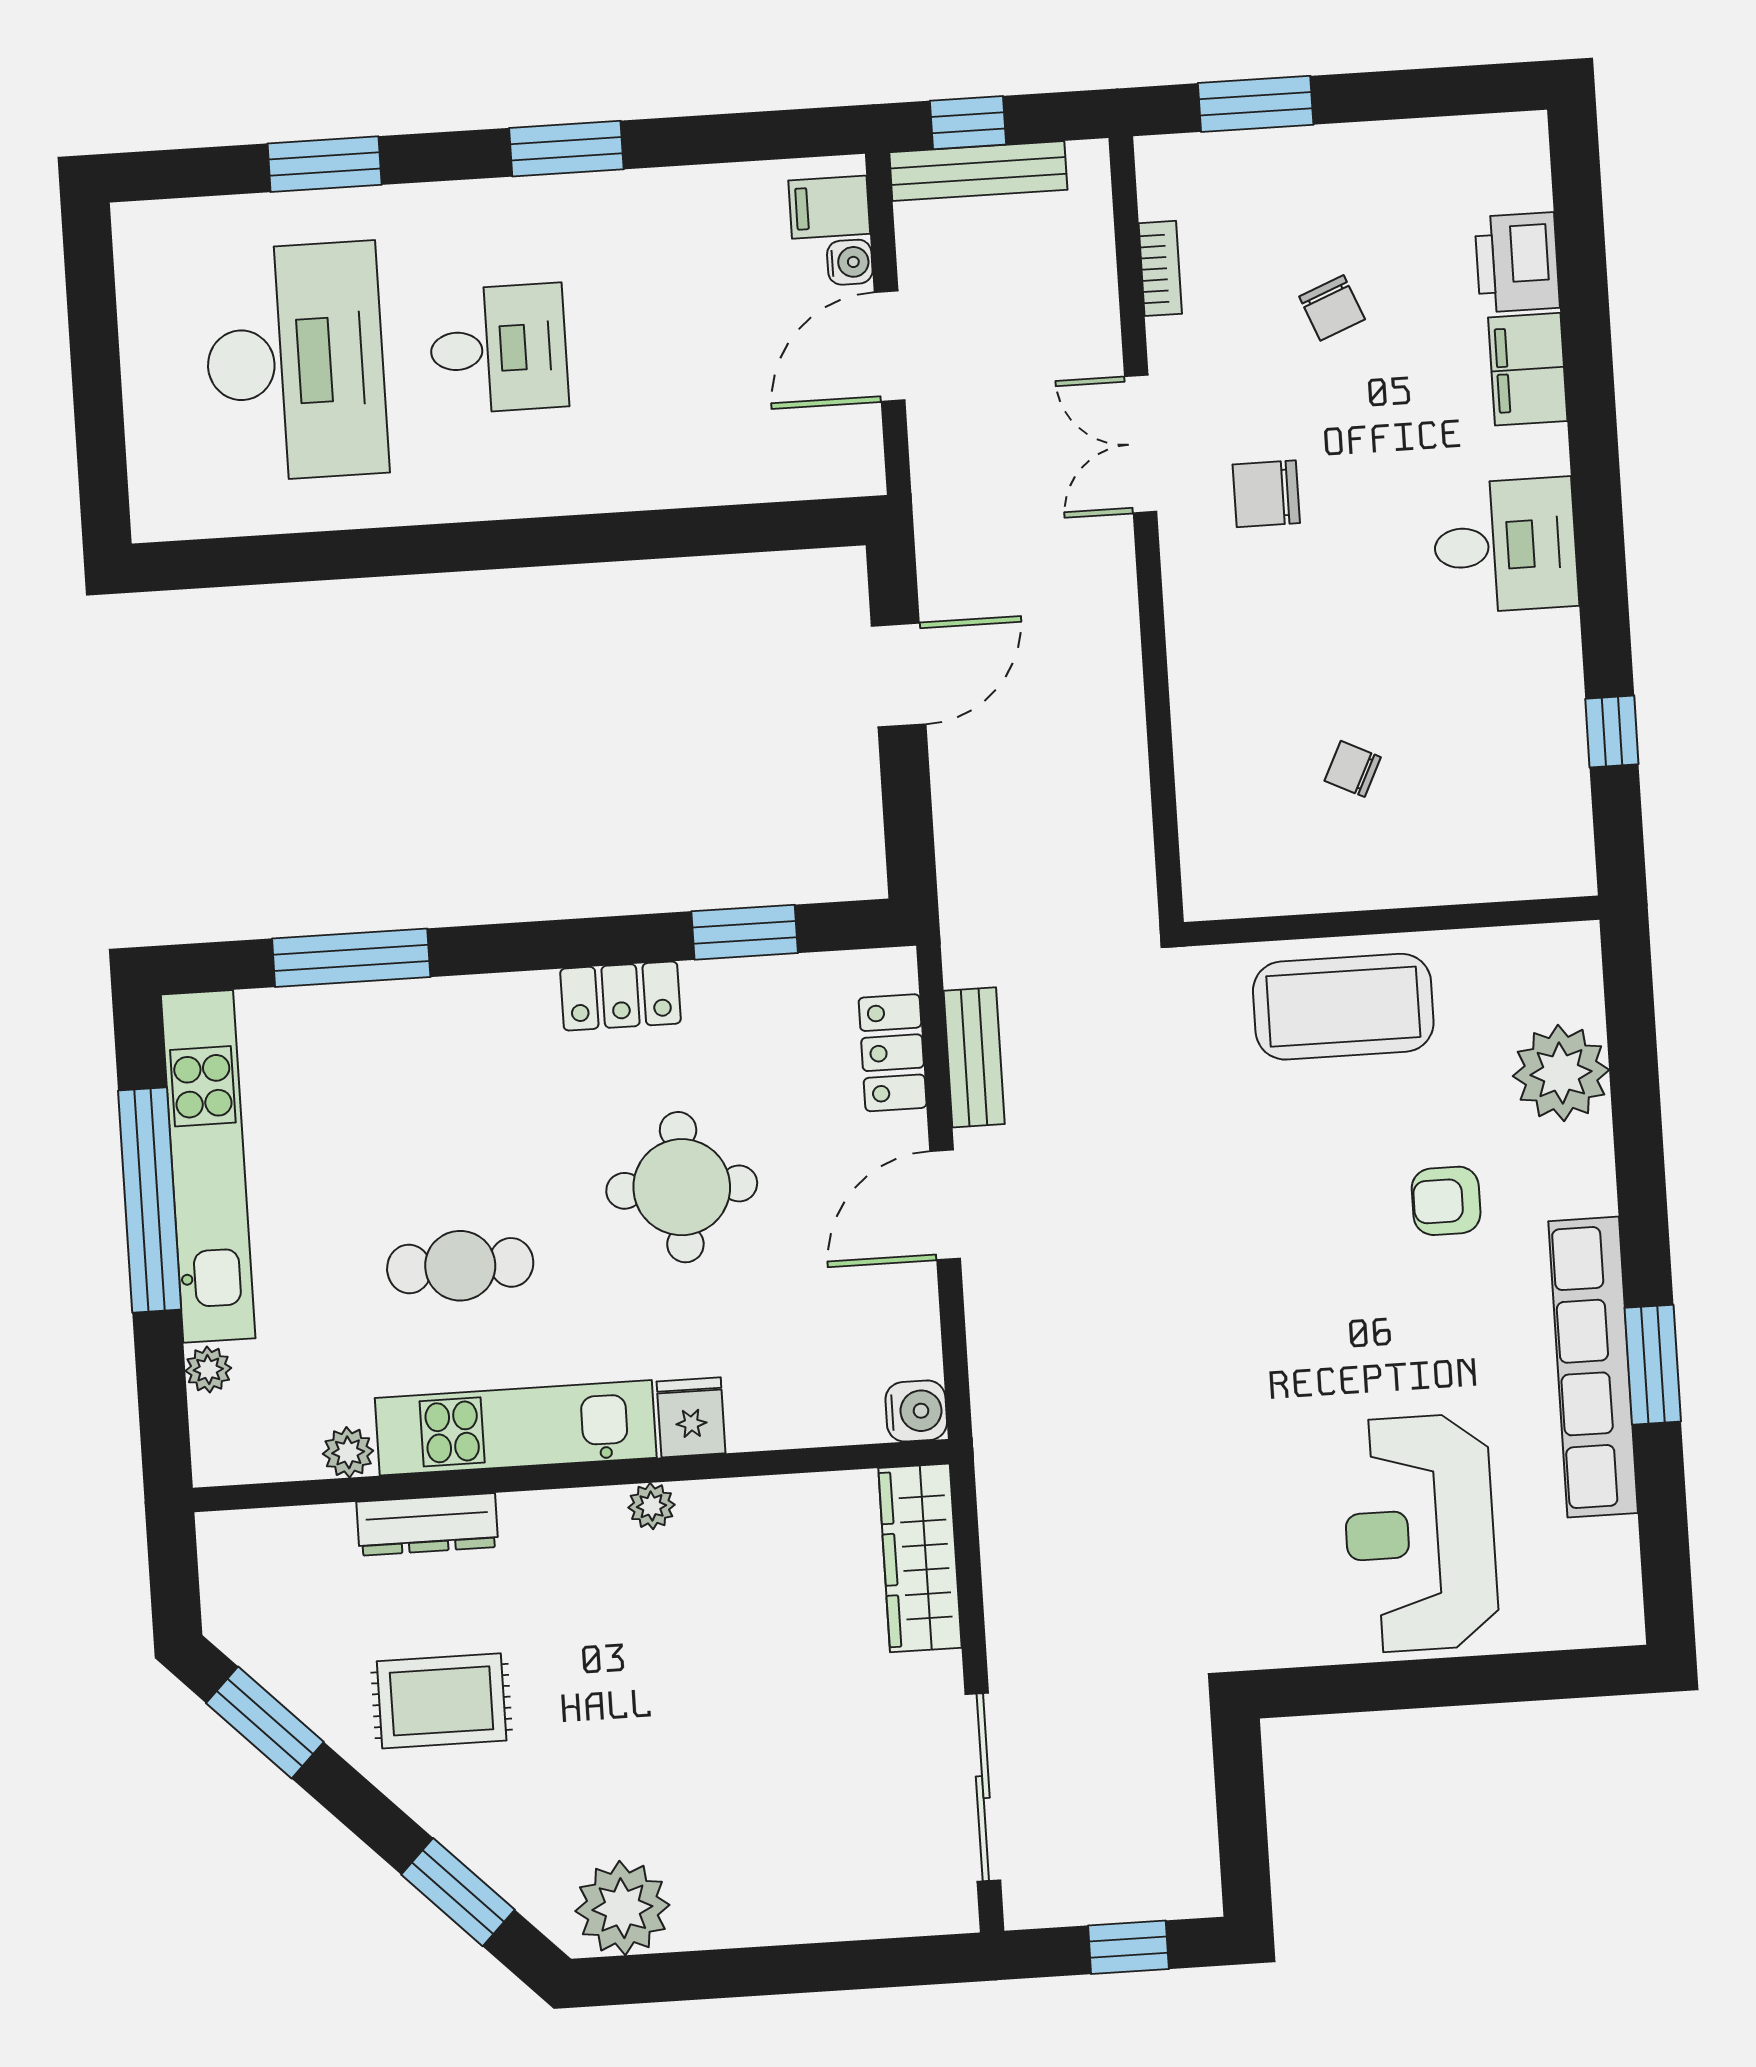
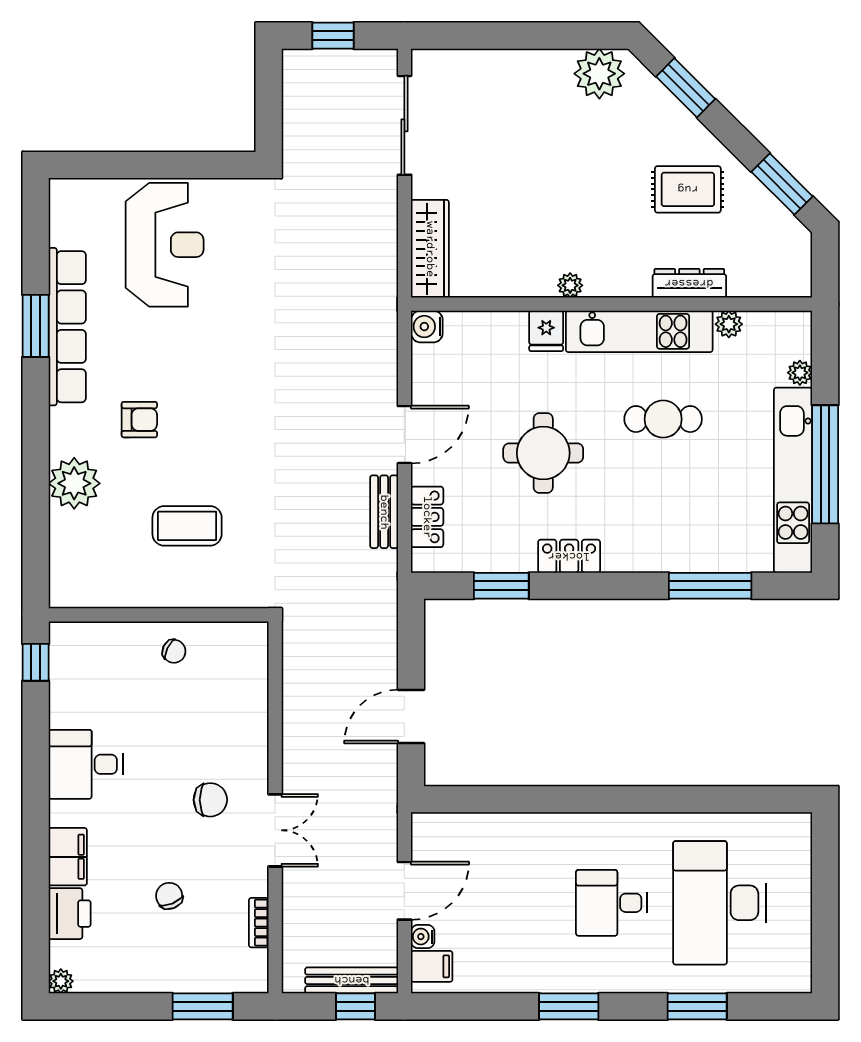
plant: (1526, 134) -> (61, 981), added
wall: (1392, 921) -> (159, 615), moved
coffee table: (1343, 1007) -> (187, 526), width x0.73, depth x0.76

